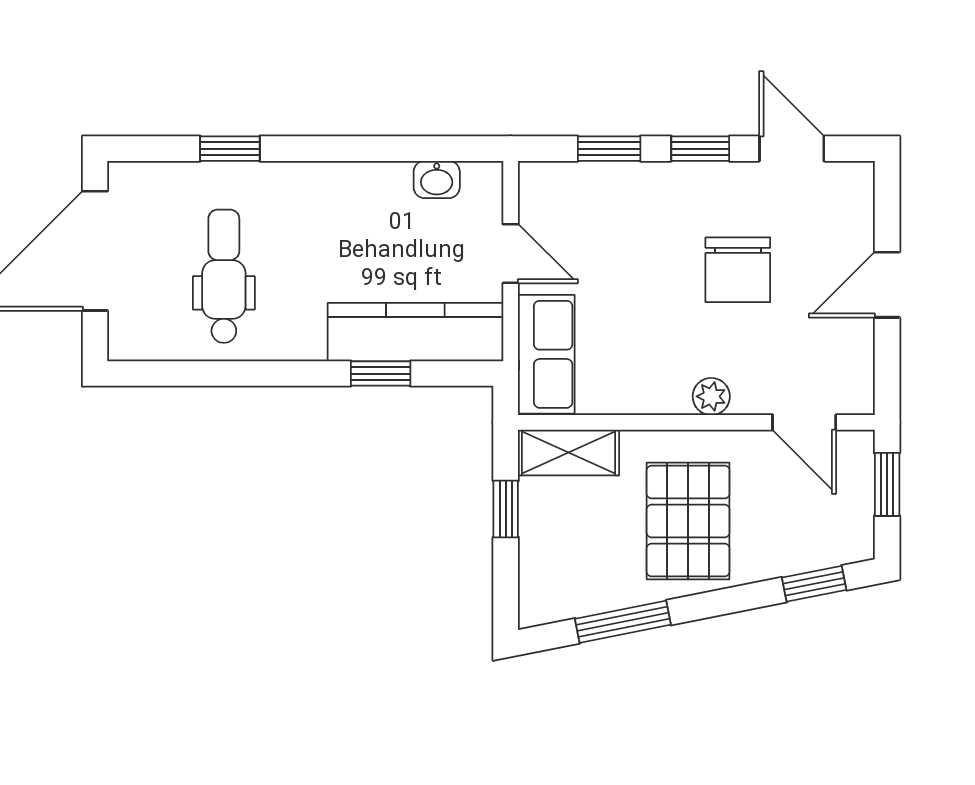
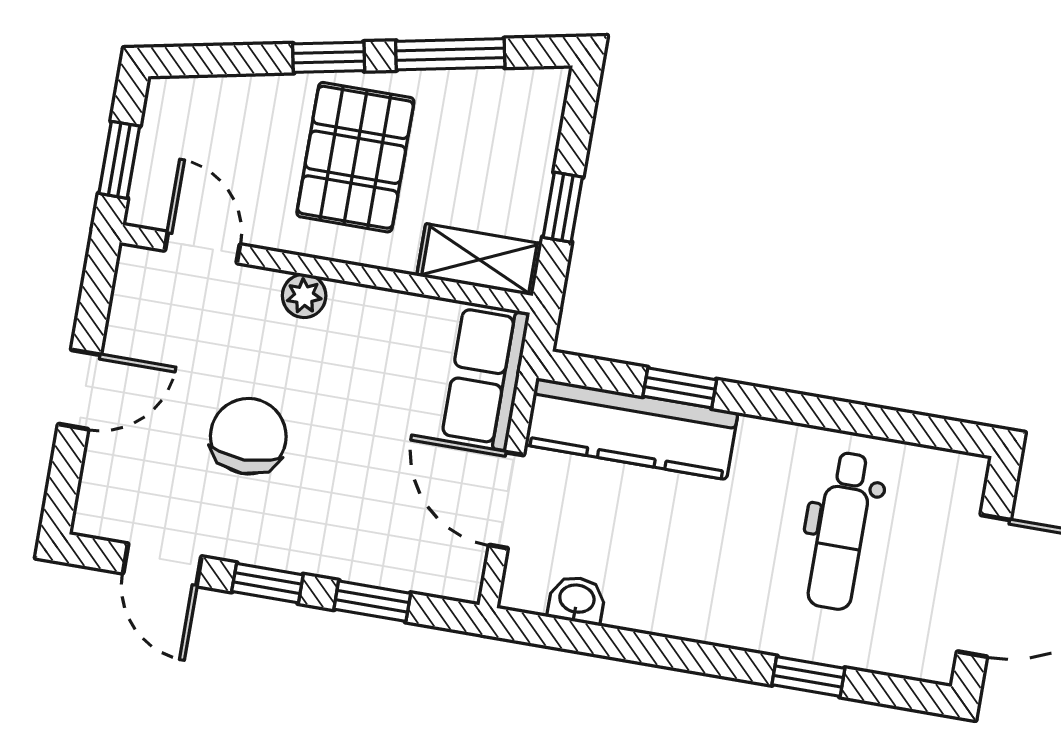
door: (511, 254) -> (506, 500), width x1.38
window: (814, 584) -> (329, 57), moved

